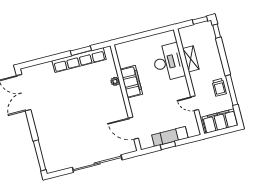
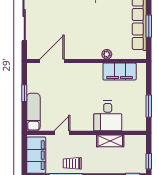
window: (151, 33) -> (149, 106), added
desk: (168, 62) -> (108, 116), width x0.73
filing cabinet: (131, 82) -> (120, 72), moved
exam couch: (170, 136) -> (33, 112), moved

